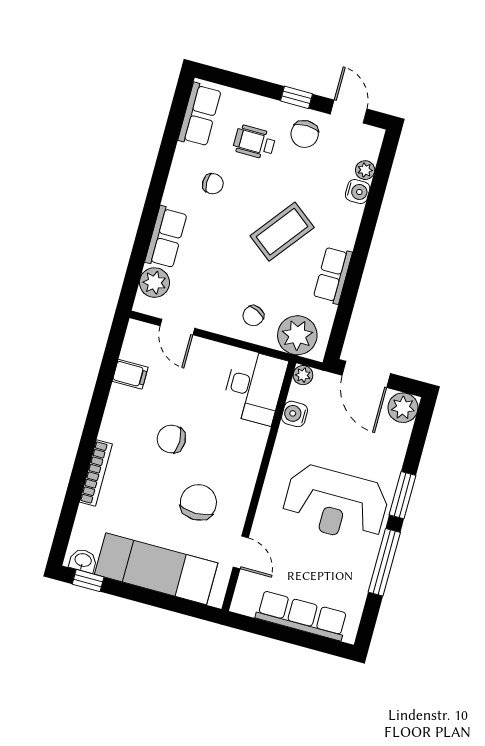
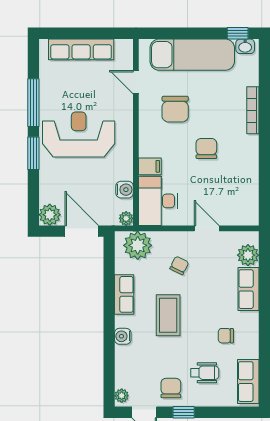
plant: (365, 170) -> (122, 396), moved
water cooler: (358, 192) -> (123, 336), moved
coffee table: (282, 232) -> (168, 315), turned -38
chair: (253, 316) -> (179, 265), moved
door: (177, 327) -> (207, 228), moved
filing cabinet: (130, 374) -> (150, 166), moved, turned 180
chair: (171, 439) -> (206, 149), turned -90

